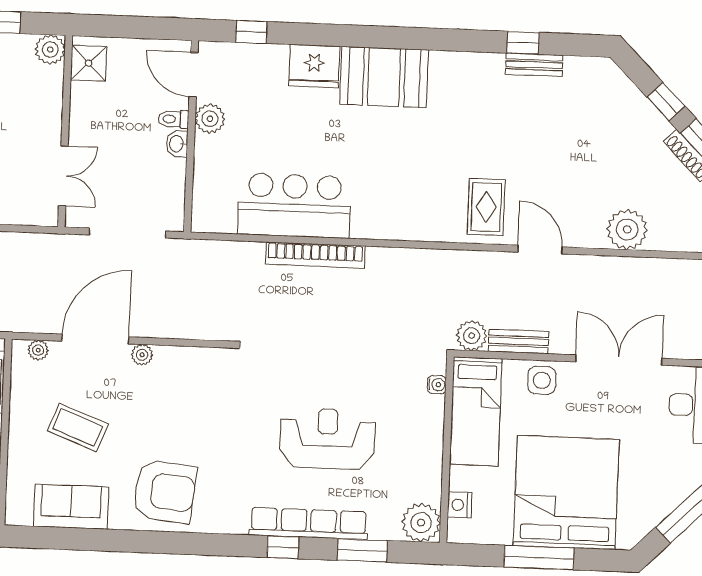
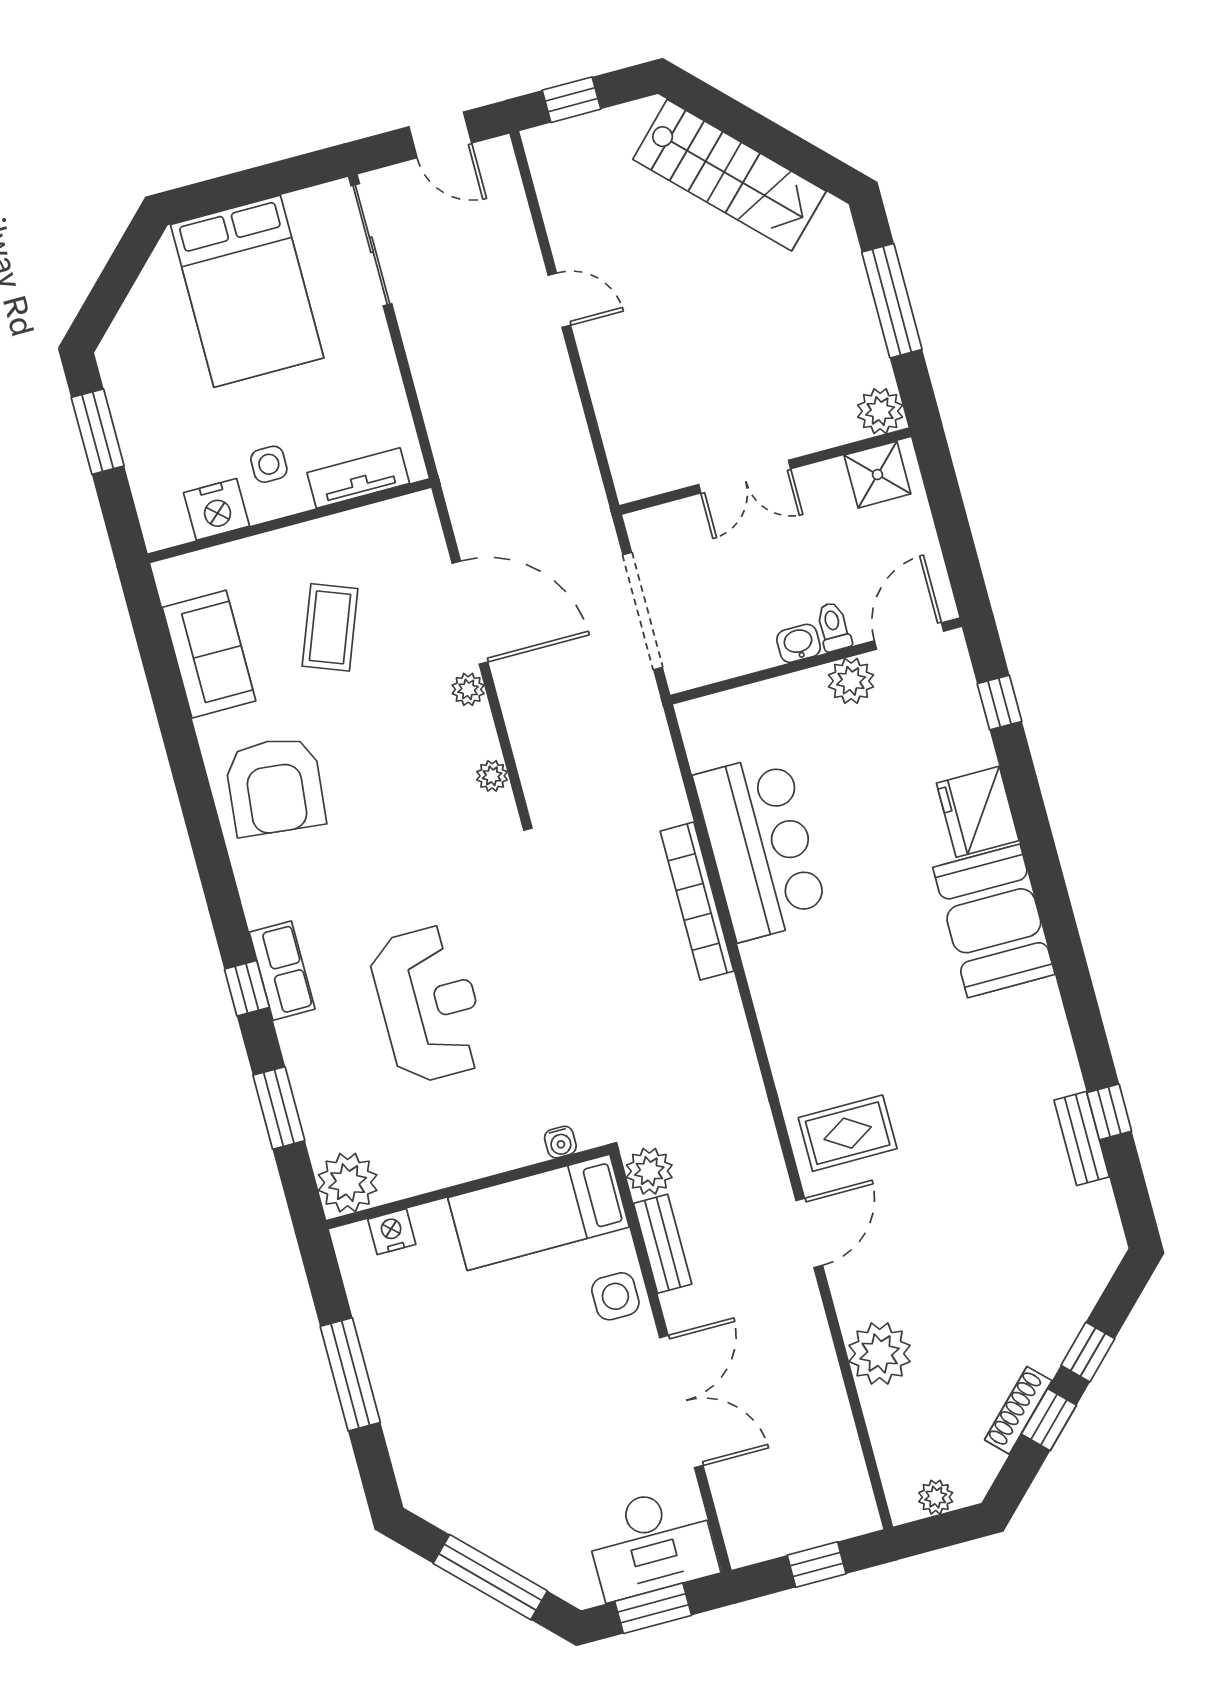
double door: (63, 176) -> (745, 477), moved
plant: (38, 350) -> (492, 776), moved
bed: (566, 493) -> (460, 1385), removed
row of seats: (309, 523) -> (282, 971), width x0.50

